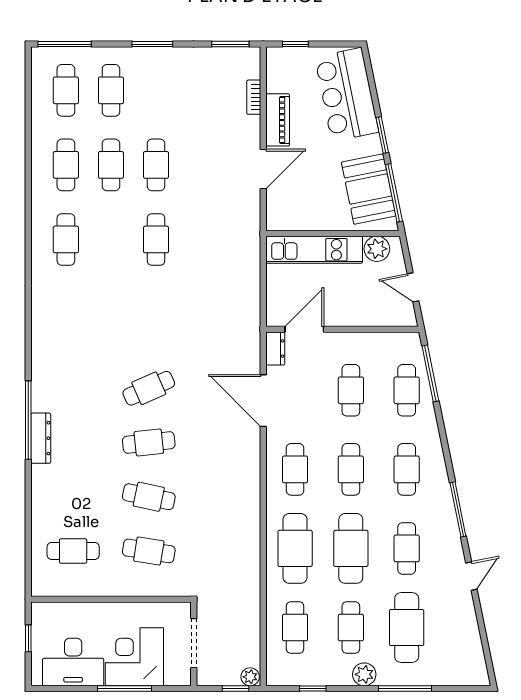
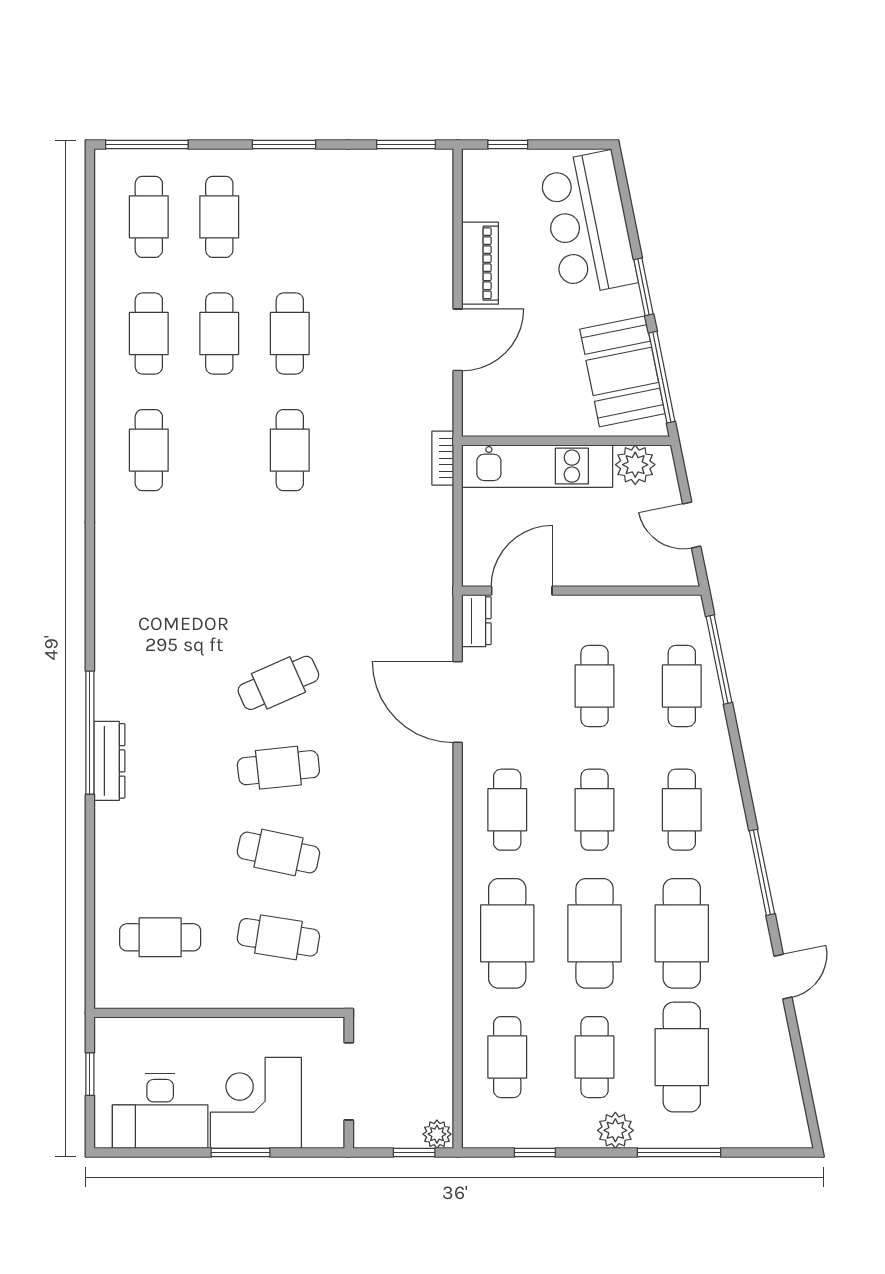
bookcase: (254, 97) -> (443, 458), moved
cafe table: (407, 548) -> (682, 933), width x1.37, depth x1.35
window: (124, 689) -> (240, 1152), width x0.69

